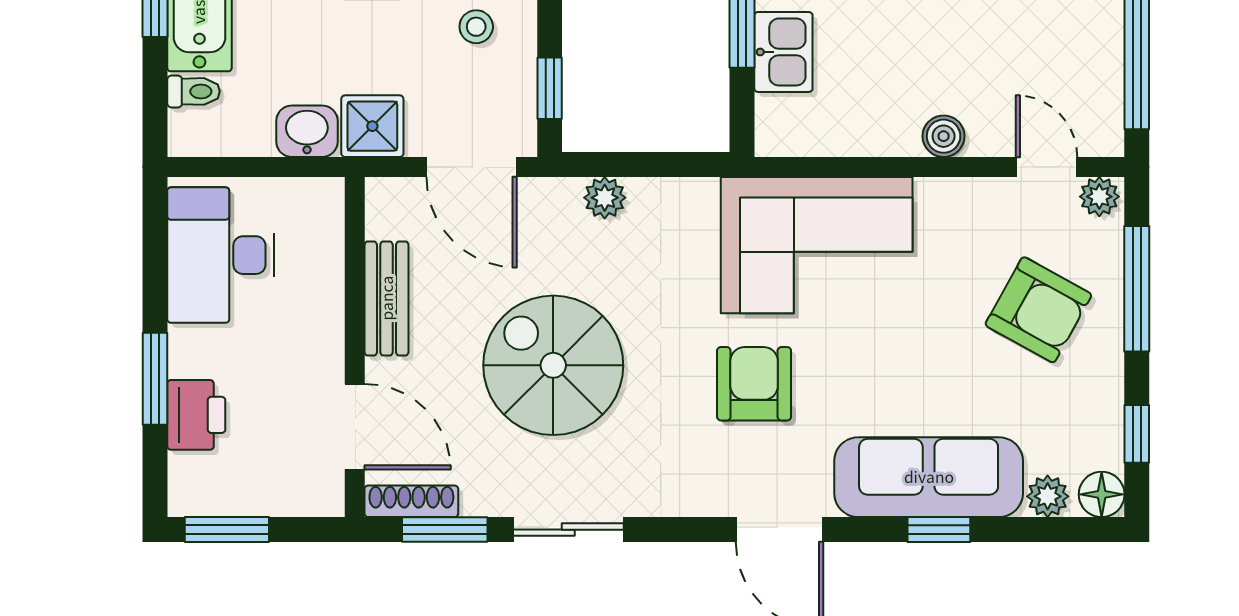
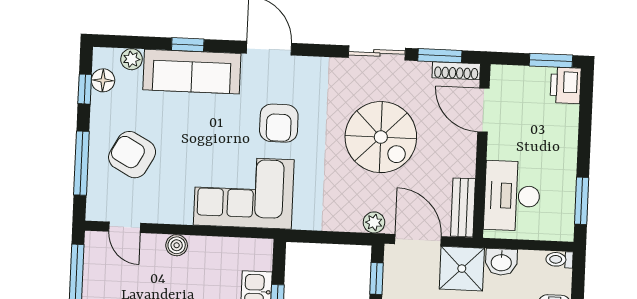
toilet: (194, 91) -> (559, 259), moved
shower: (372, 126) -> (462, 269), width x1.36, depth x1.36
plant: (1099, 197) -> (98, 211), removed
plant: (605, 198) -> (374, 222), moved
desk: (221, 255) -> (512, 196), moved, turned 180
bench: (387, 298) -> (463, 207), moved
window: (155, 379) -> (582, 201), moved
printer: (196, 415) -> (566, 85), moved
floor lamp: (1102, 494) -> (103, 80), moved

